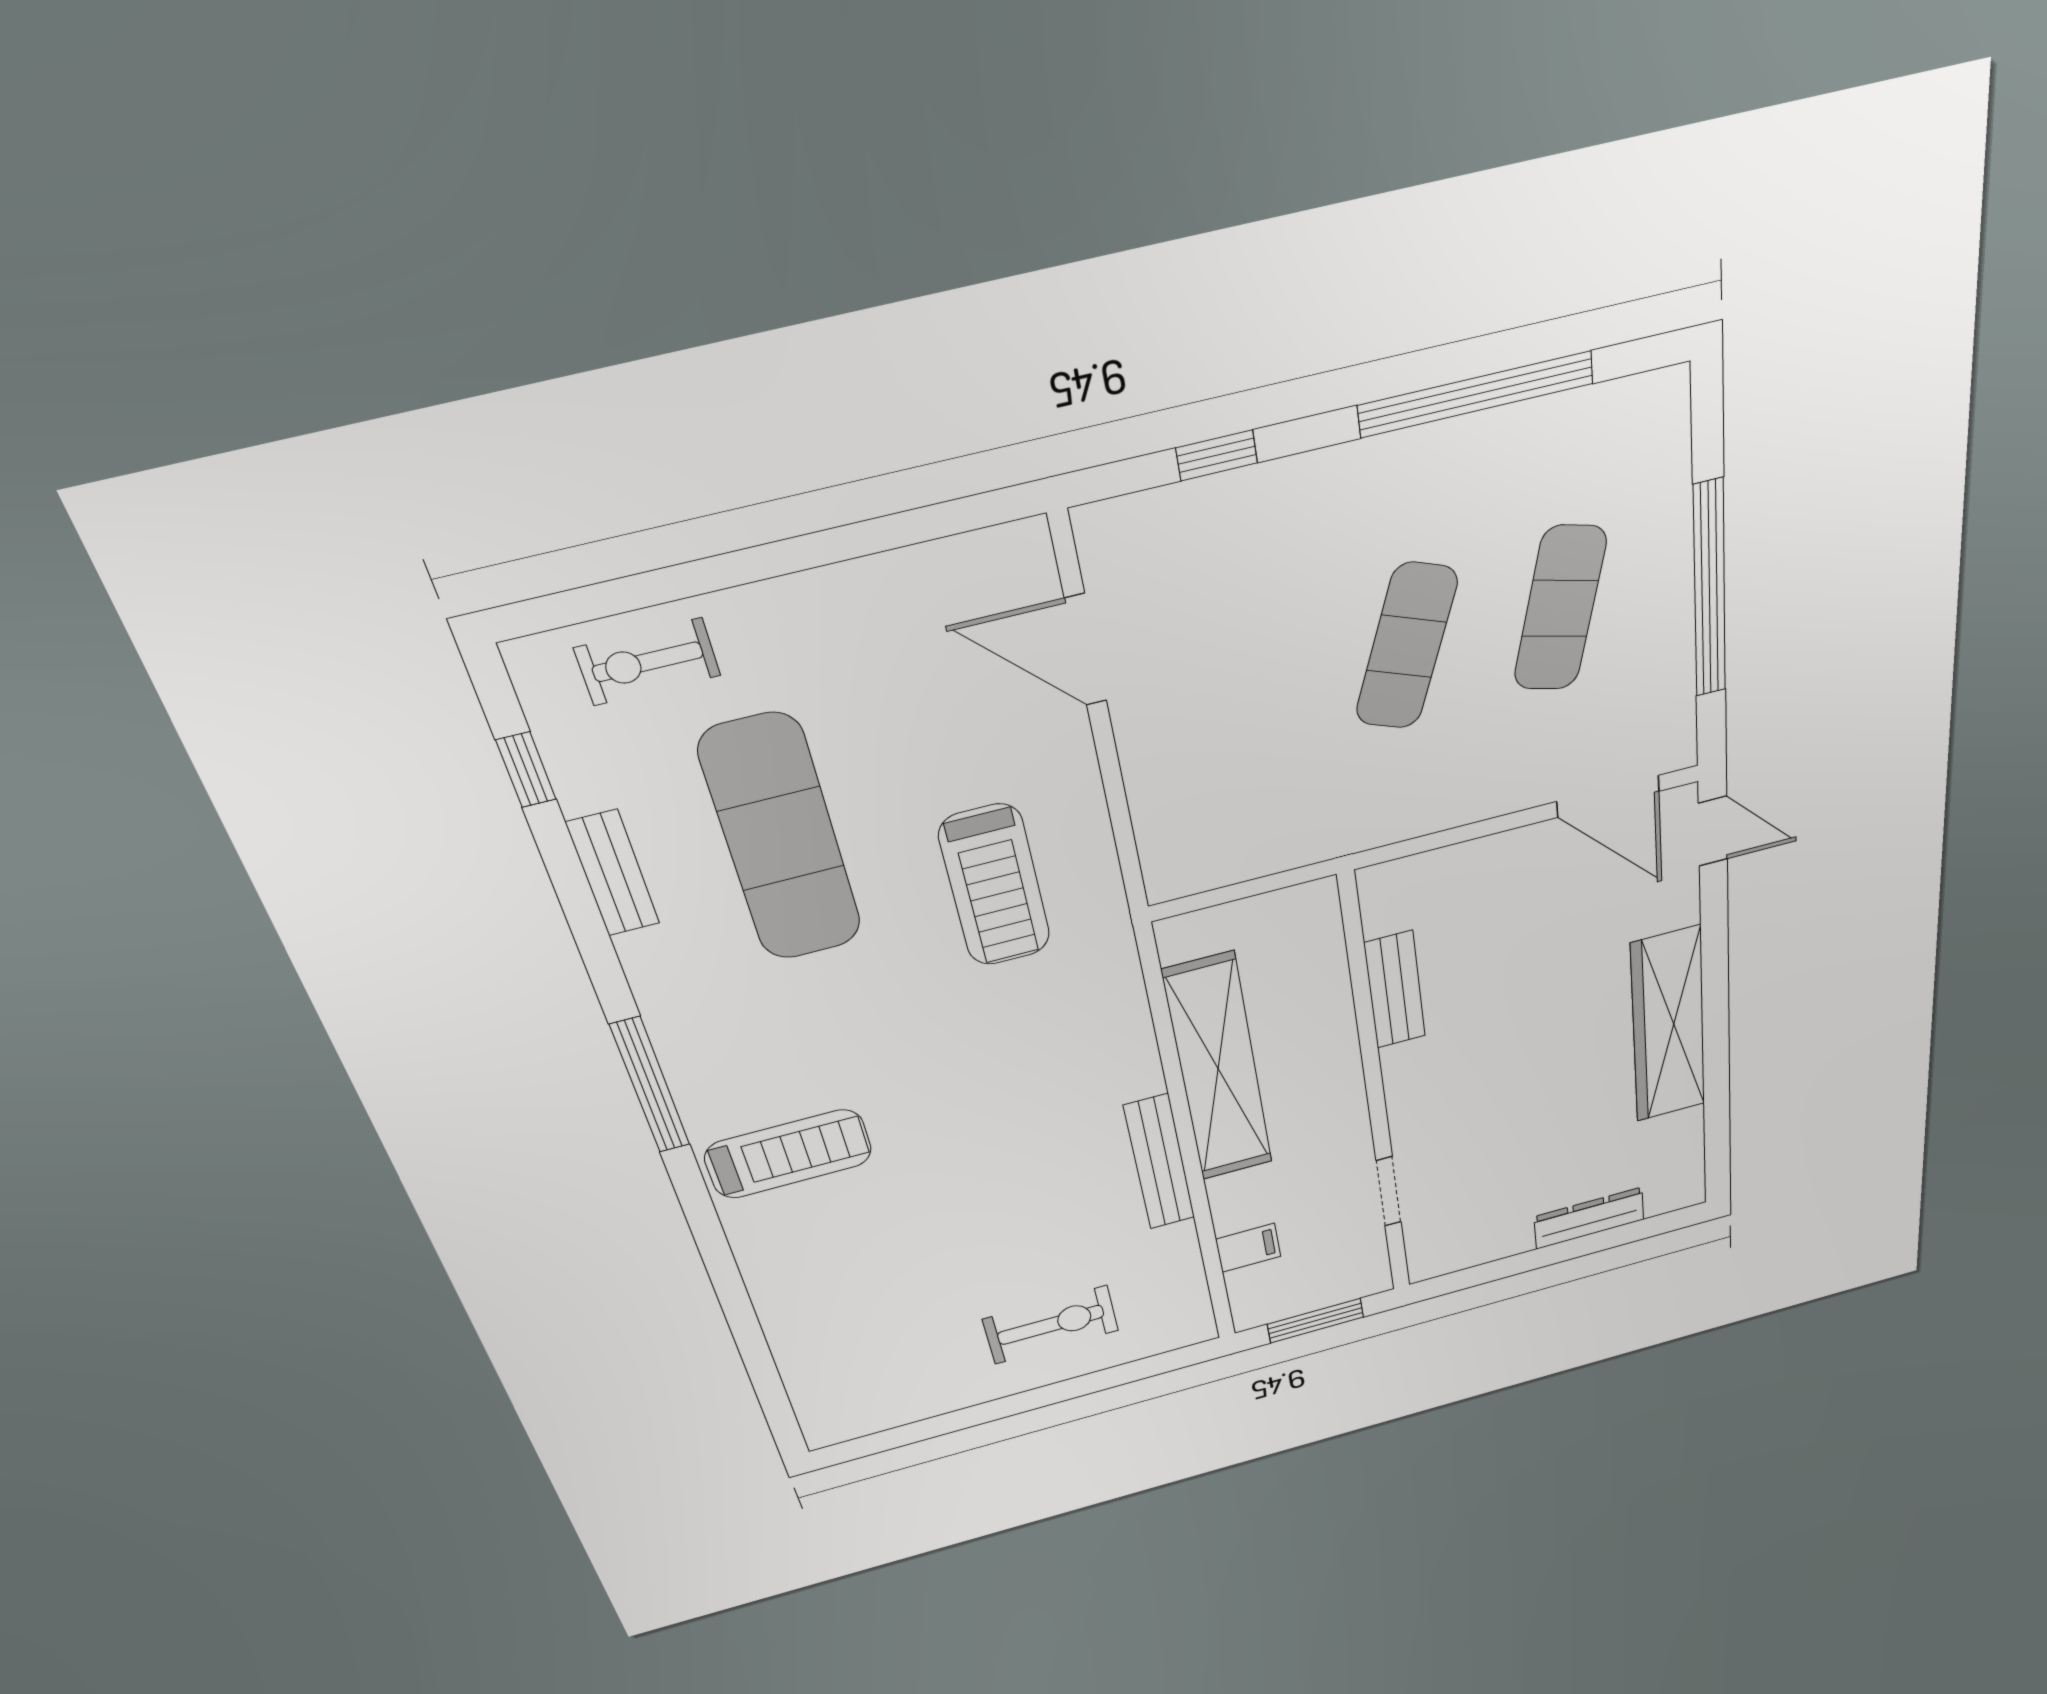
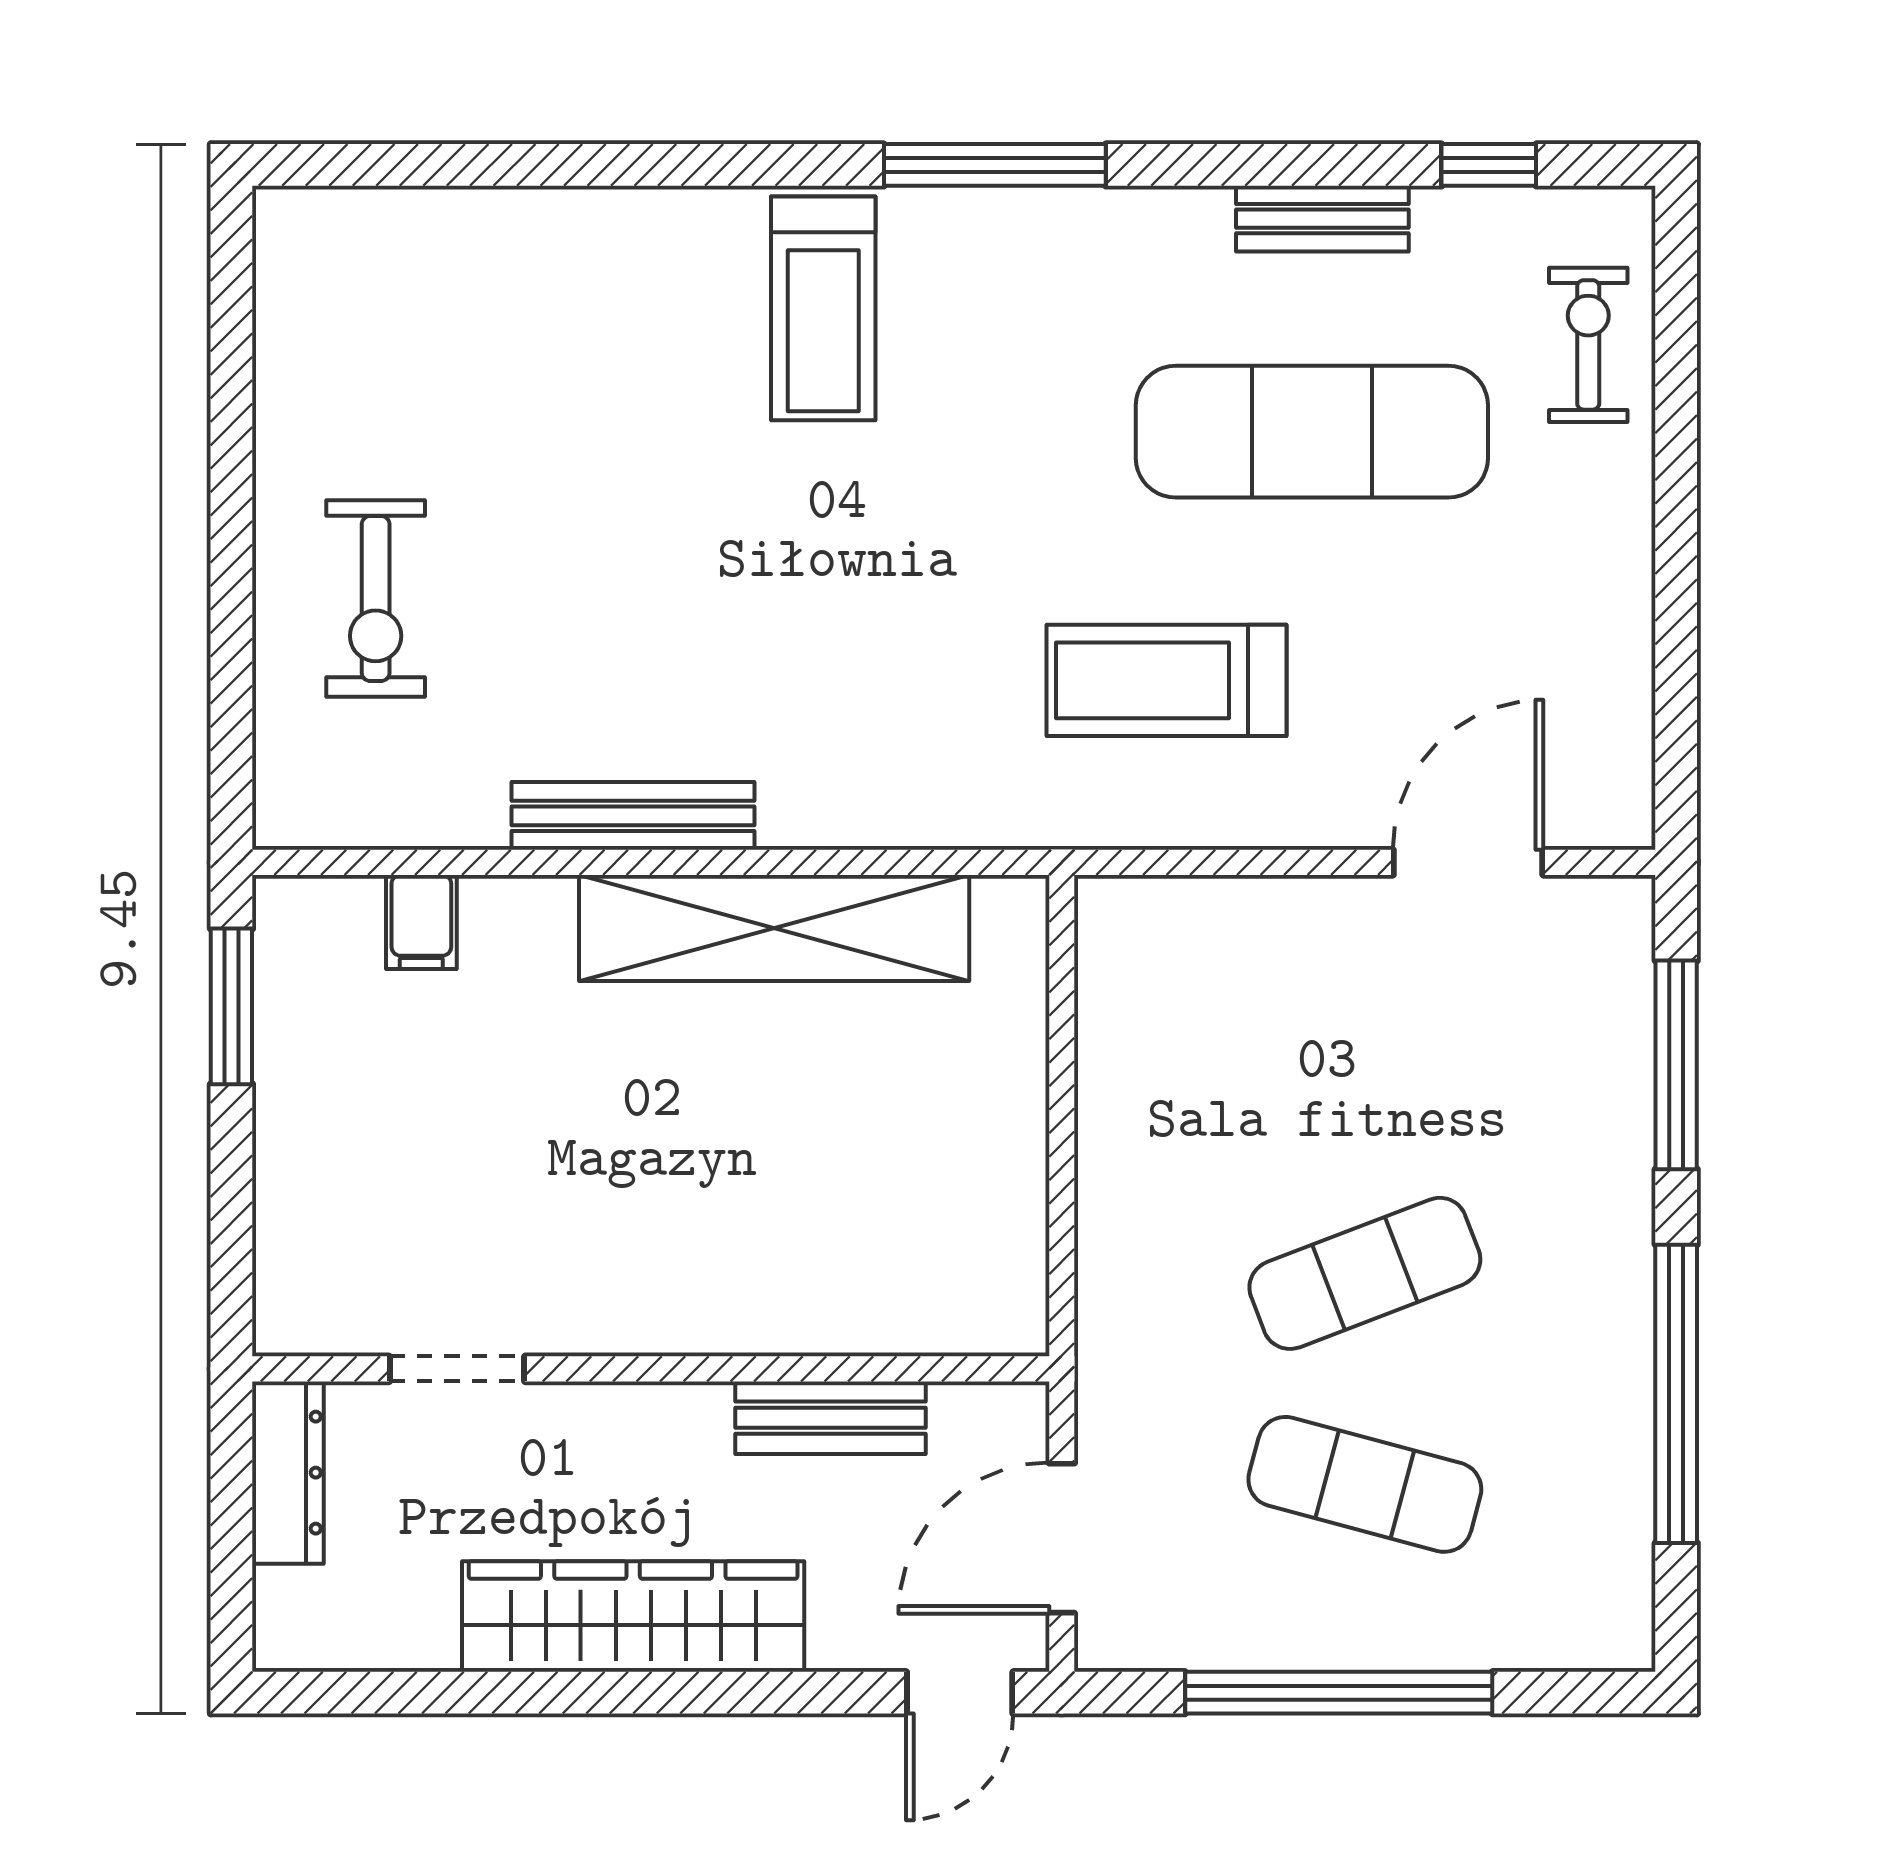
window: (1217, 455) -> (1676, 1065), width x2.17
exercise mat: (1406, 646) -> (1365, 1273), turned -42
bench: (1395, 990) -> (830, 1418), moved
wall: (1376, 1095) -> (651, 1369), moved
doorway: (1389, 1192) -> (457, 1369), moved

